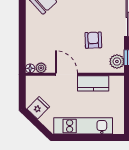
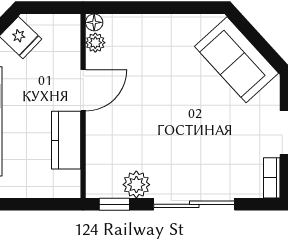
armchair: (93, 40) -> (147, 140), removed
plant: (117, 61) -> (136, 185), moved

